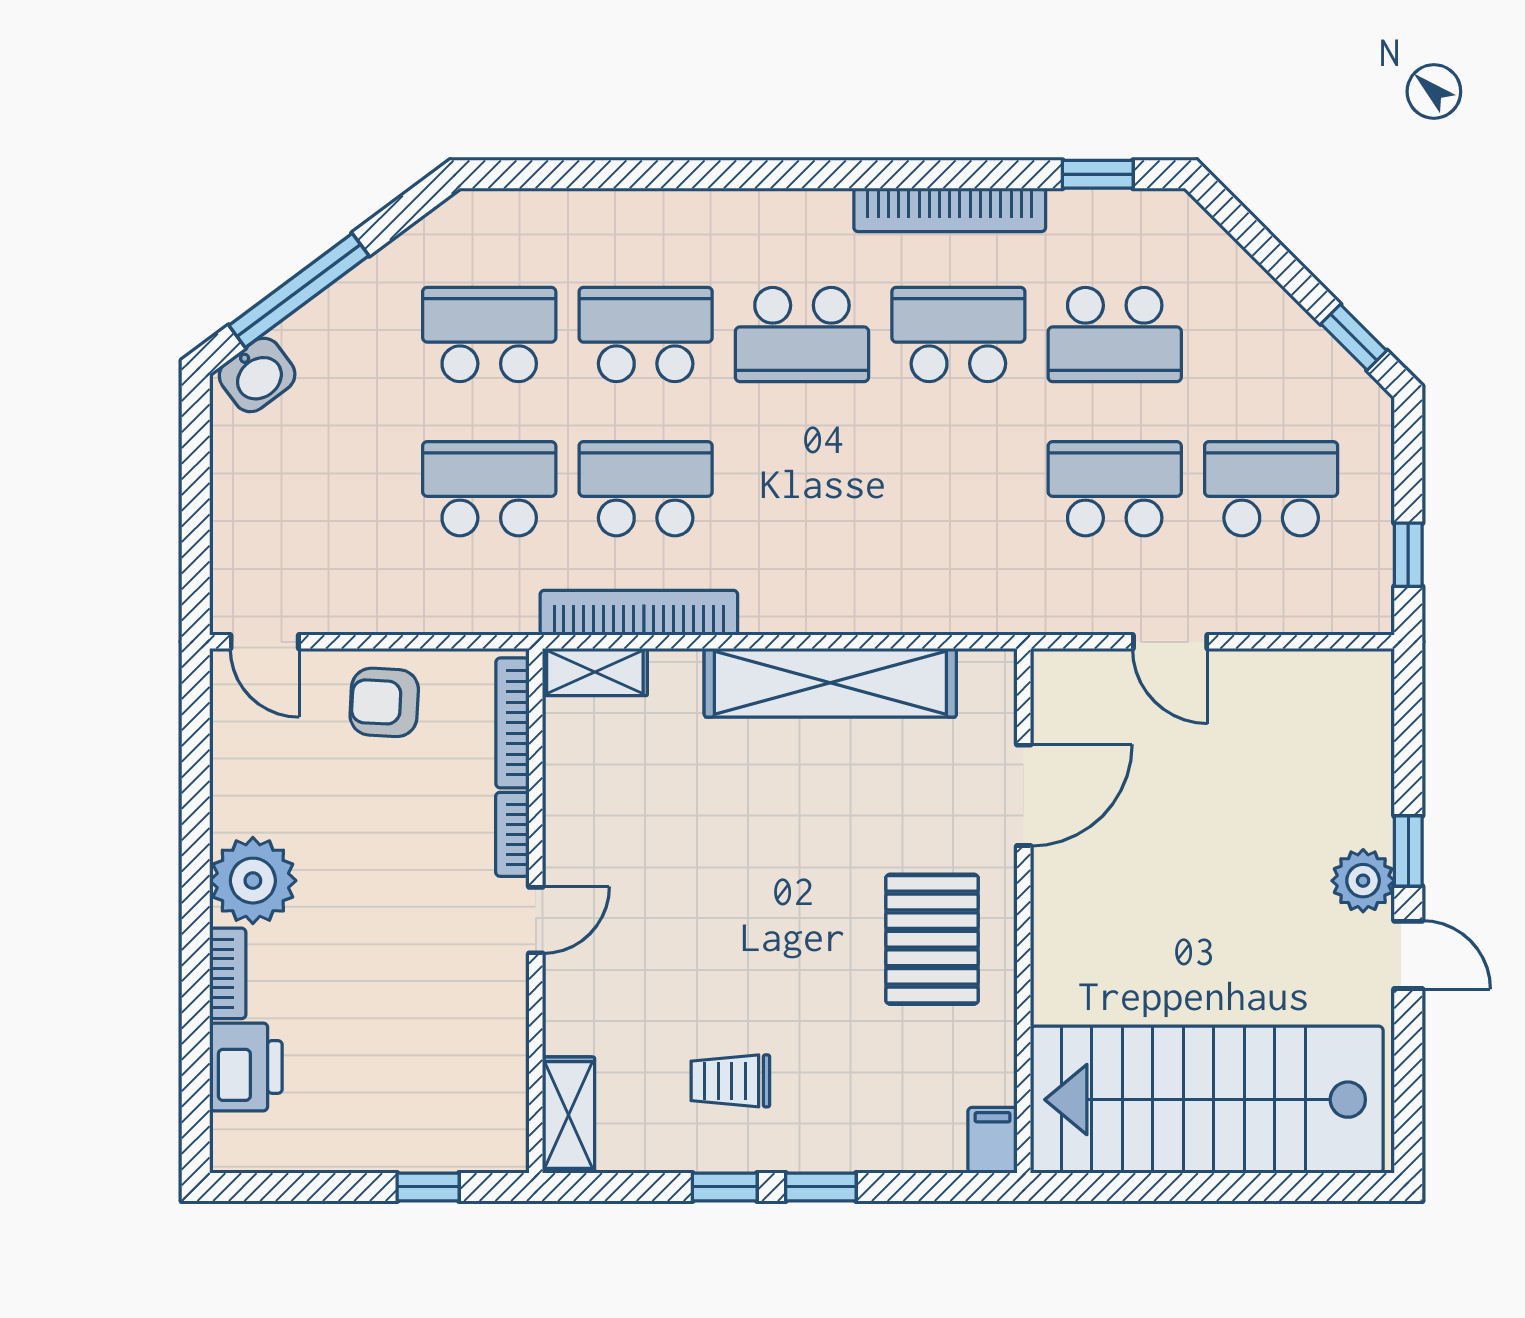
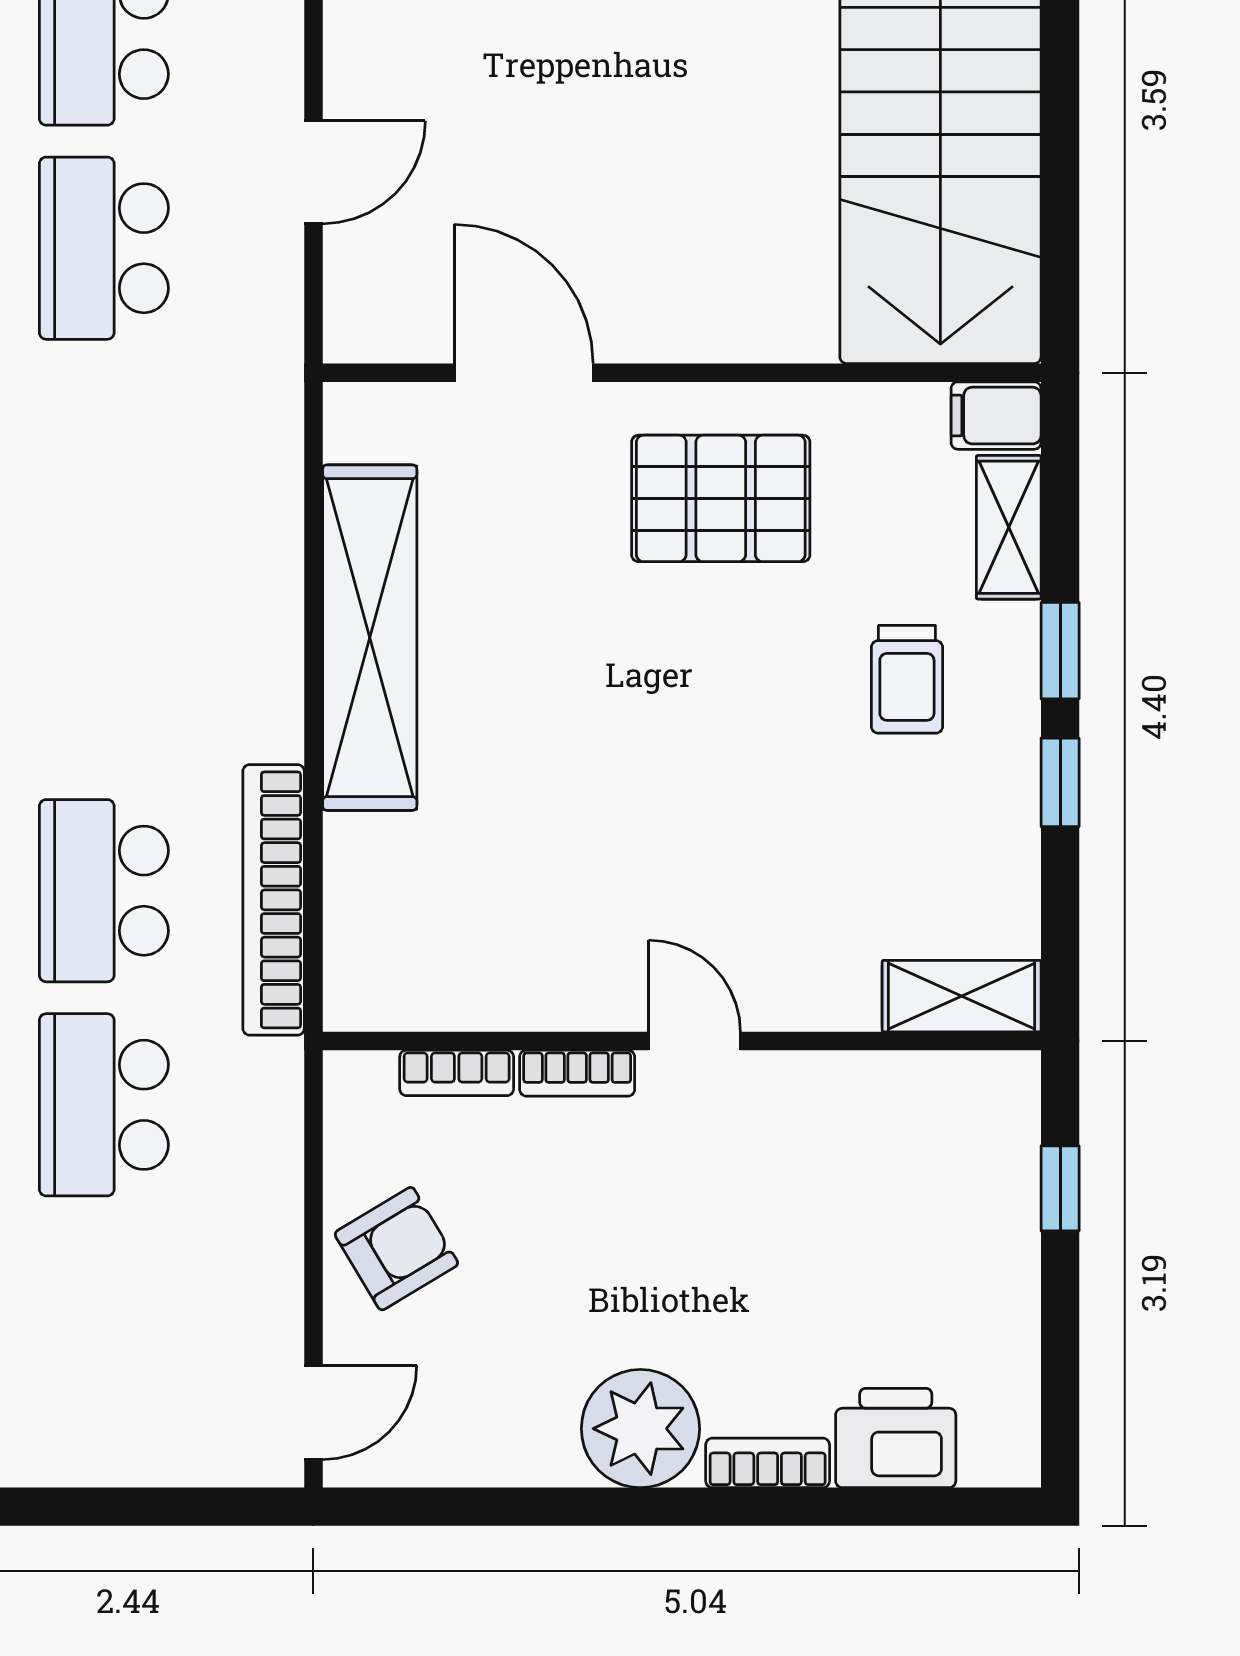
shelving: (595, 672) -> (1009, 527), moved
armchair: (384, 702) -> (396, 1249), turned -124
bookcase: (512, 723) -> (457, 1073), width x0.64
trolley: (730, 1081) -> (907, 679), moved

